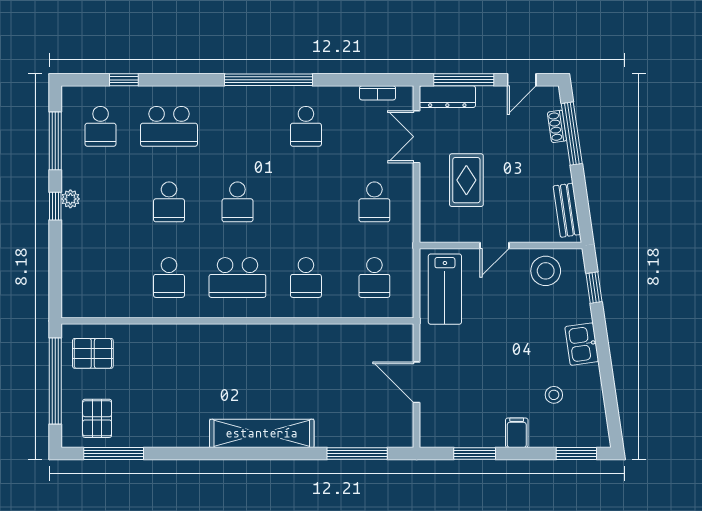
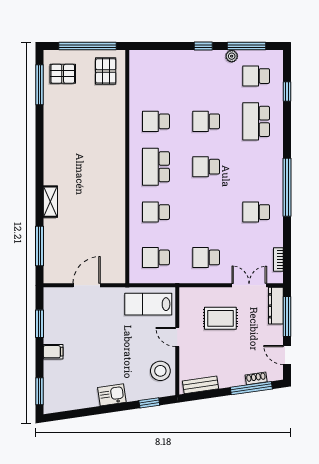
plant: (70, 199) -> (232, 56), moved
stool: (554, 395) -> (78, 376), removed
shelving: (262, 433) -> (50, 202), width x0.45, depth x0.75

